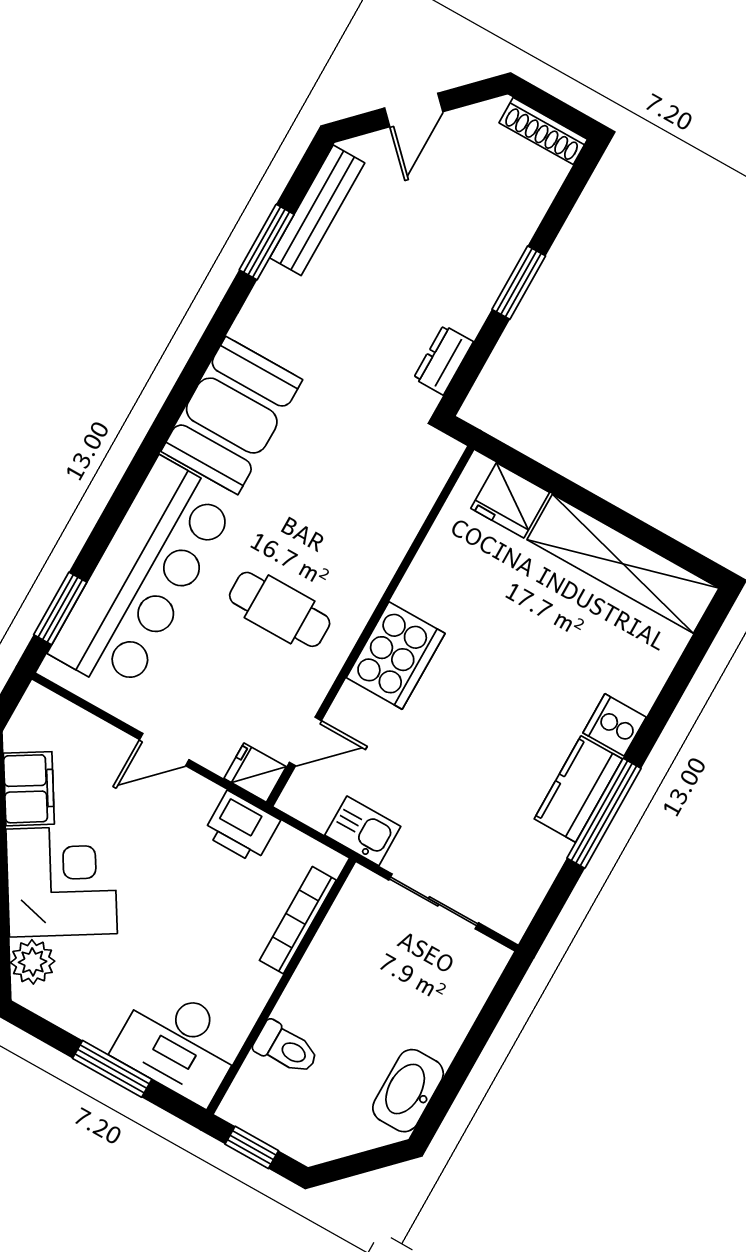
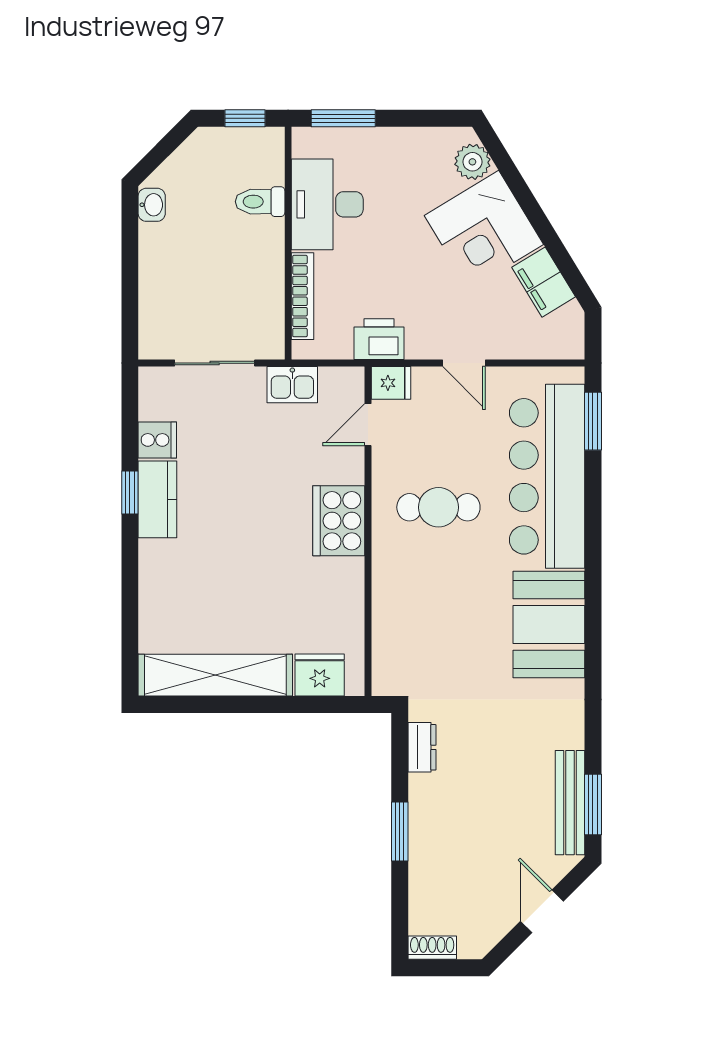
shoe rack: (543, 131) -> (432, 948), width x0.70
window: (267, 242) -> (593, 804), moved
cooker: (615, 725) -> (157, 440), moved
door: (164, 750) -> (464, 363), swing flipped
window: (604, 813) -> (130, 492), width x0.46
desk: (179, 1044) -> (327, 204), moved, turned -90
window: (112, 1069) -> (343, 118), moved
washbasin: (408, 1091) -> (152, 205), width x0.52, depth x0.69

